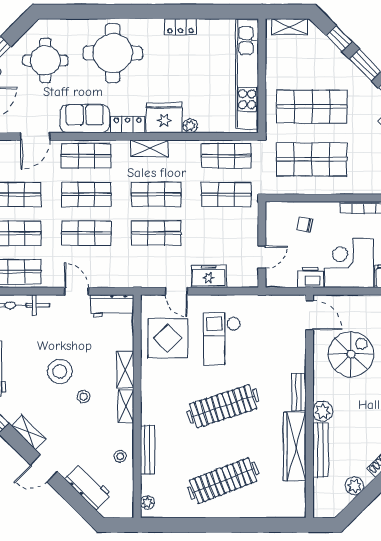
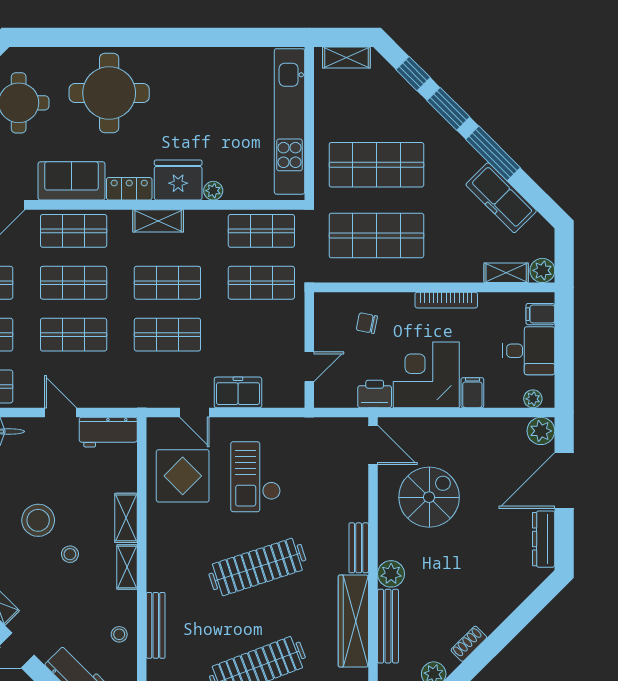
locker: (180, 27) -> (200, 58), removed

